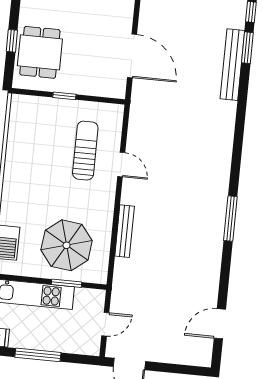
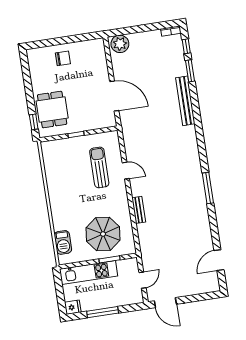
window: (12, 41) -> (34, 122), moved
bench: (232, 65) -> (185, 101), moved
bench: (125, 231) -> (139, 210), width x0.73

